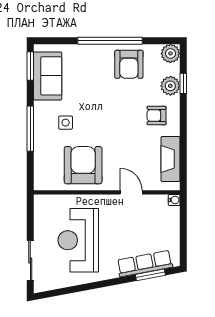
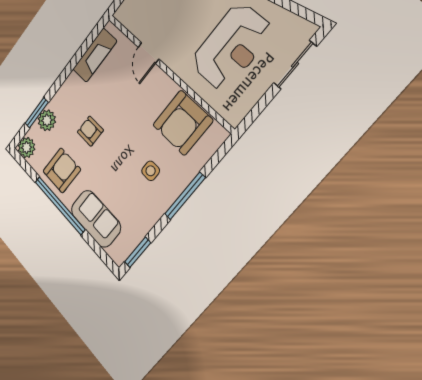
sofa: (48, 76) -> (96, 219), moved, turned 90
window: (183, 83) -> (37, 113), width x1.50
armchair: (157, 116) -> (90, 131), moved, turned 180
armchair: (83, 165) -> (183, 123), moved
water cooler: (174, 200) -> (120, 14), removed

